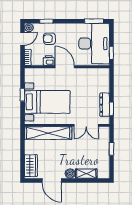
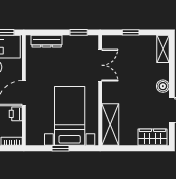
dresser: (105, 105) -> (47, 41), moved
shelving: (48, 133) -> (110, 125), width x0.68
shelving: (86, 174) -> (163, 49), moved

